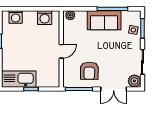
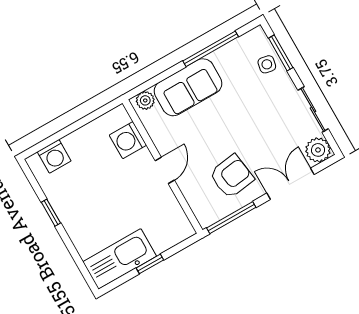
washing machine: (45, 18) -> (128, 140), moved, turned 90
sofa: (104, 20) -> (188, 87), moved
armchair: (89, 71) -> (232, 176), turned -99
double door: (114, 89) -> (290, 184), swing flipped

